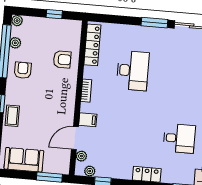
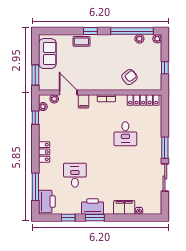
armchair: (62, 59) -> (129, 77), turned -128
armchair: (23, 70) -> (118, 47), removed
desk: (133, 71) -> (125, 134), width x0.73
desk: (179, 138) -> (75, 175), turned 180

